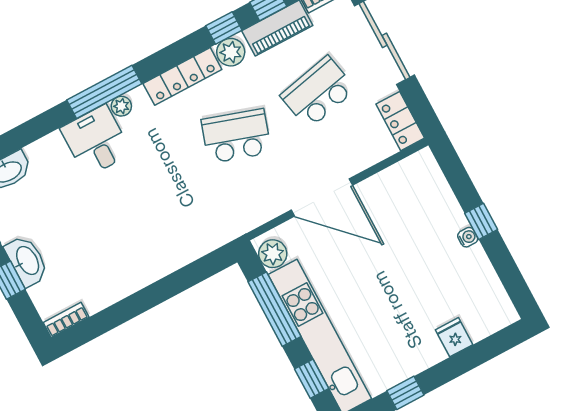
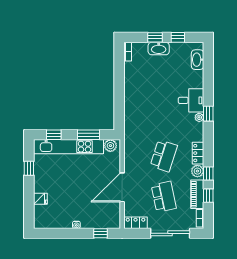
locker: (182, 76) -> (198, 153), width x0.66
window: (104, 92) -> (208, 114), width x0.46
door: (322, 198) -> (122, 187), moved
window: (481, 221) -> (100, 233), moved
window: (274, 309) -> (89, 135), width x0.69

